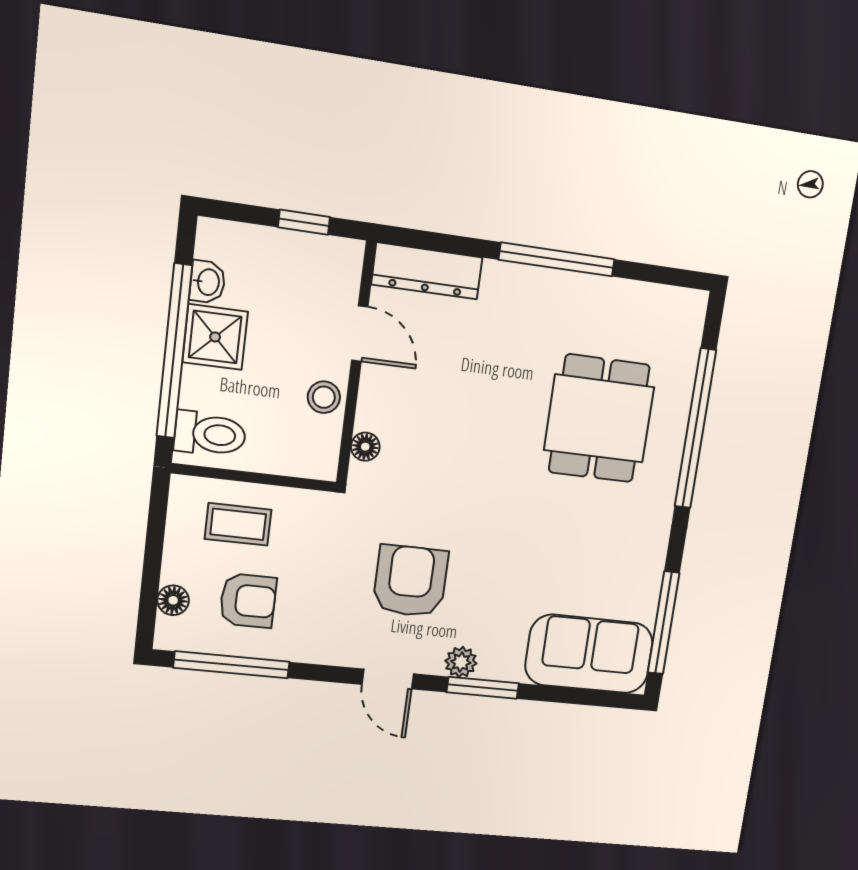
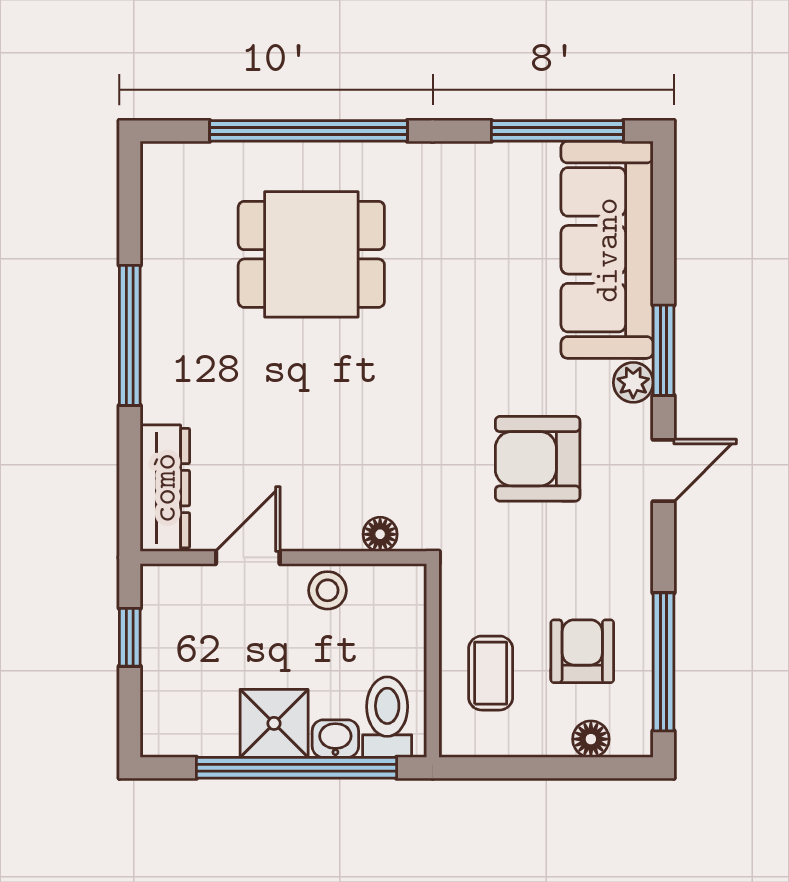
washbasin: (207, 282) -> (335, 739), moved
sofa: (589, 654) -> (607, 250), width x1.36

